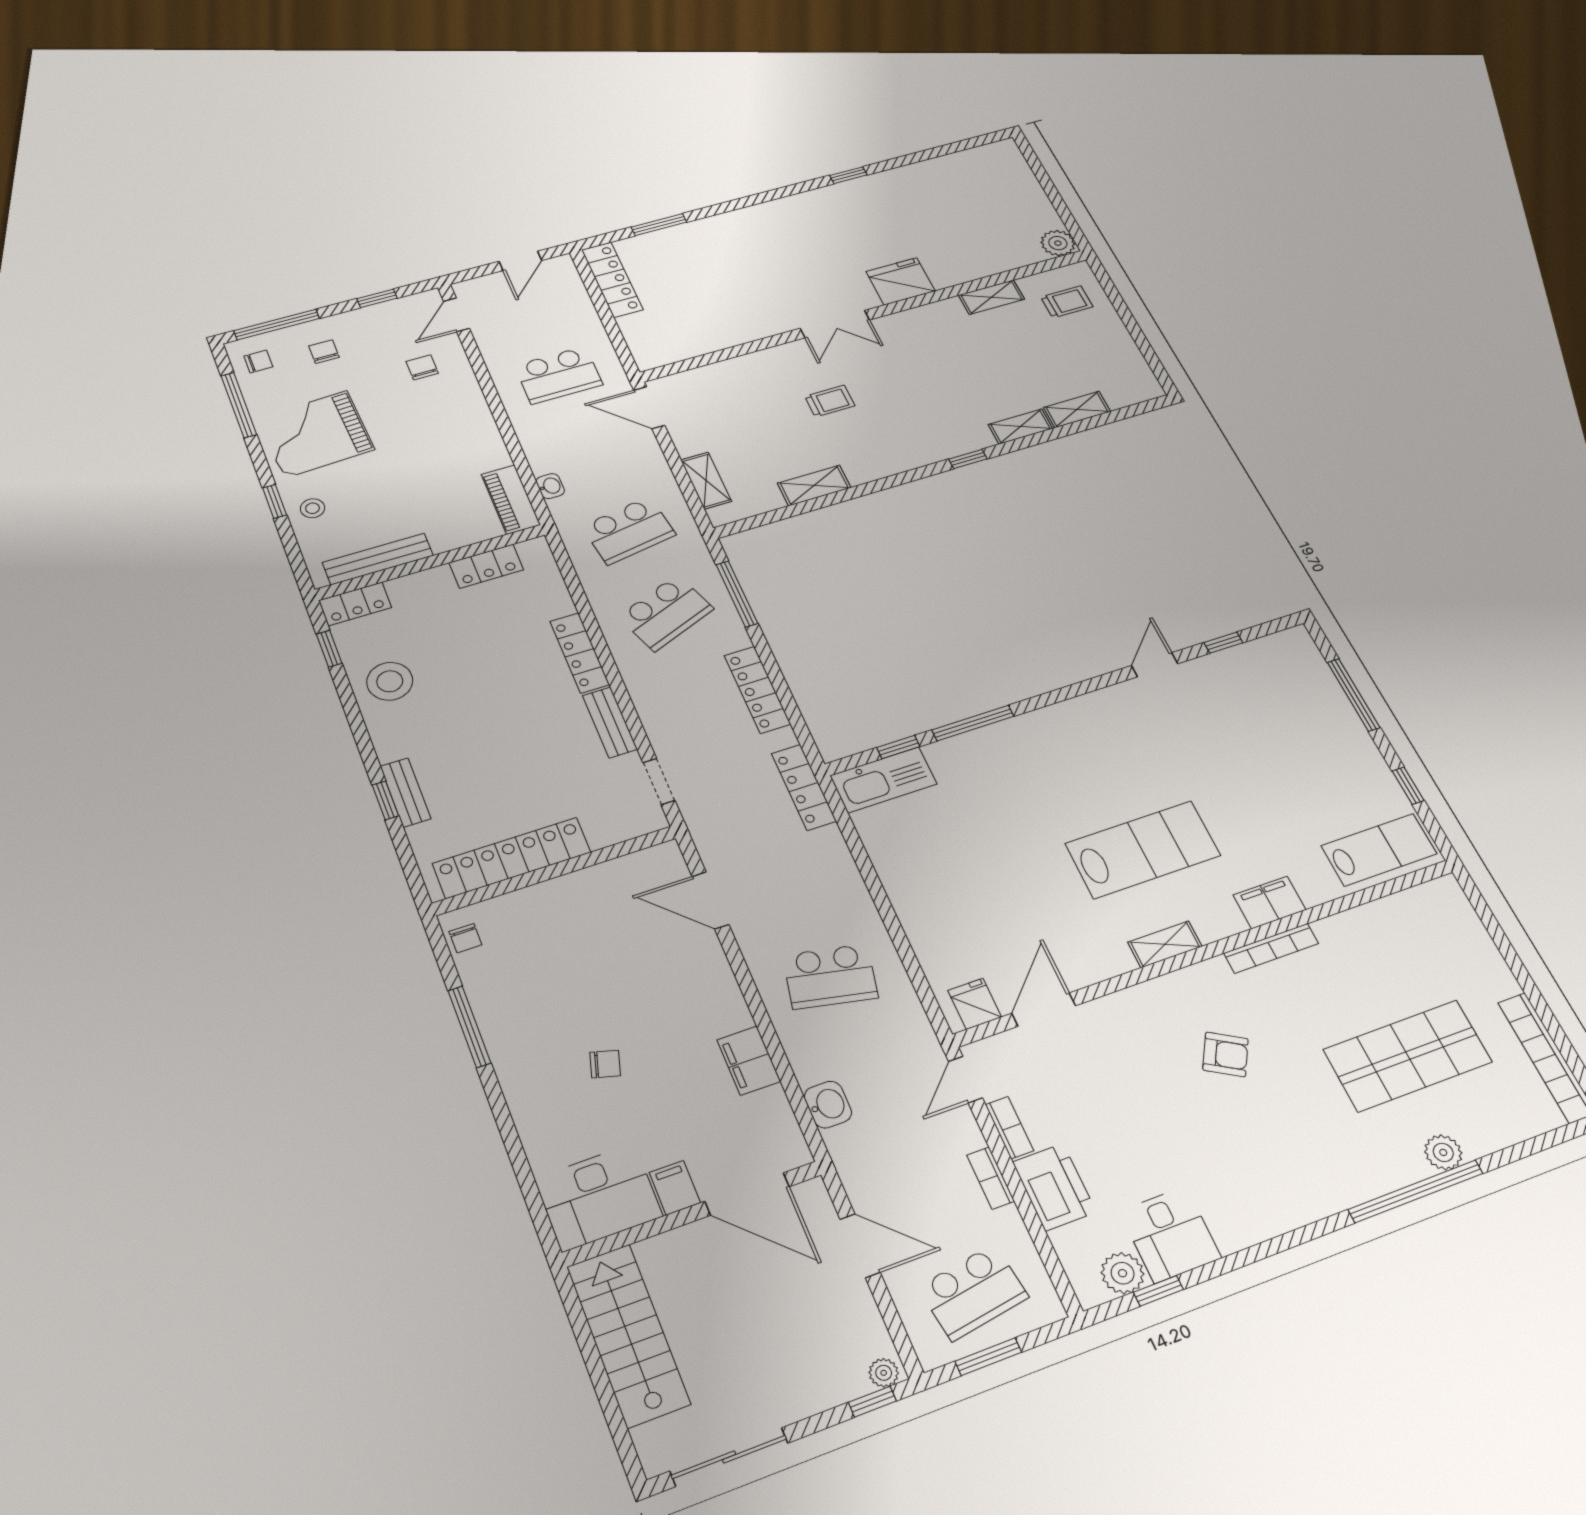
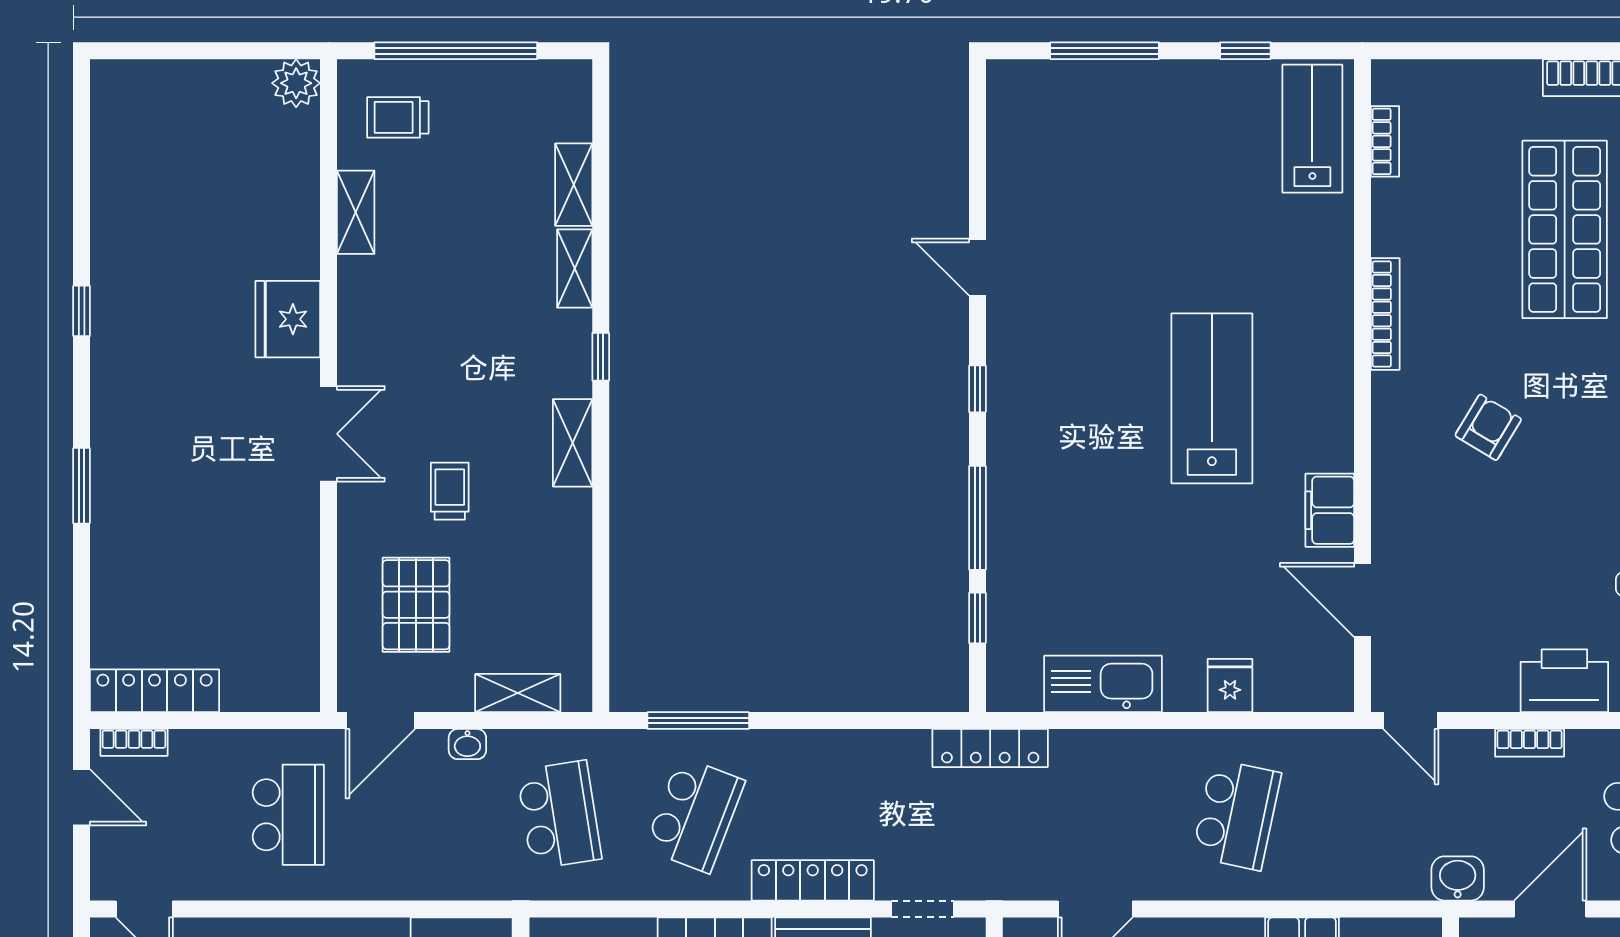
window: (659, 225) -> (82, 486), moved
bookcase: (571, 278) -> (134, 742), added
trolley: (1067, 302) -> (398, 117), turned -90
window: (1128, 320) -> (456, 51), added
pallet: (741, 405) -> (416, 605), added
shelving: (814, 485) -> (573, 443), moved
washbasin: (550, 486) -> (467, 744), moved, turned 180
school desk: (666, 613) -> (695, 815), turned 42
window: (1223, 643) -> (977, 389), moved
locker: (757, 690) -> (813, 880), moved, turned 180
kitchen sink: (883, 780) -> (1103, 684), moved, turned -90
filing cabinet: (1270, 902) -> (1330, 510), moved
shelving: (1165, 944) -> (1336, 430), removed
fridge: (975, 1004) -> (1230, 686), moved, turned 90
washbasin: (828, 1105) -> (1458, 878), moved
bookcase: (1009, 1128) -> (1385, 141), moved, turned 90

